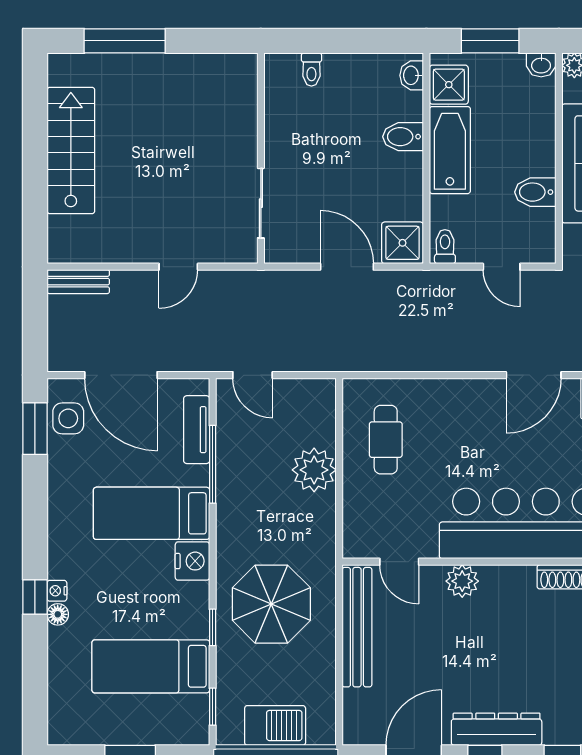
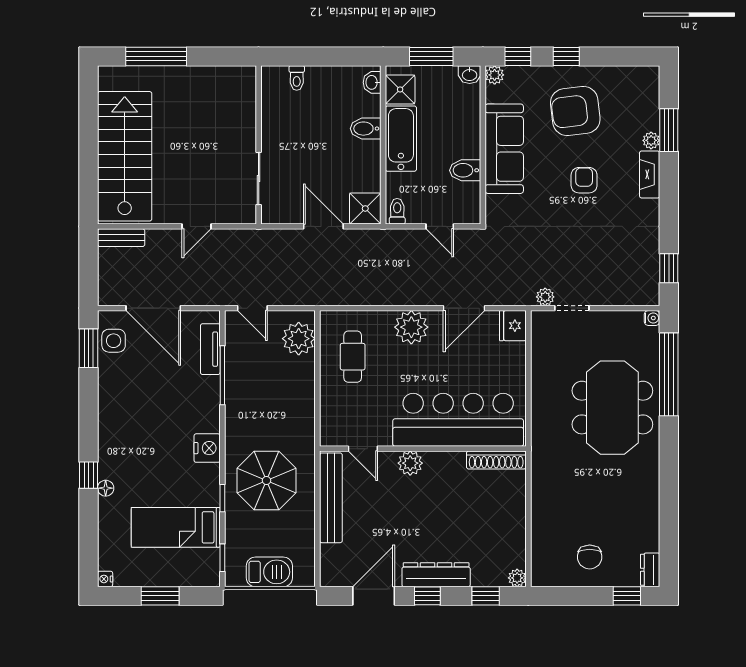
stairs: (71, 150) -> (125, 156), width x1.36, depth x1.51
plant: (464, 401) -> (411, 327), added
plant: (314, 470) -> (299, 339), moved
bed: (151, 513) -> (176, 412), removed
nightstand: (57, 591) -> (105, 579), moved

